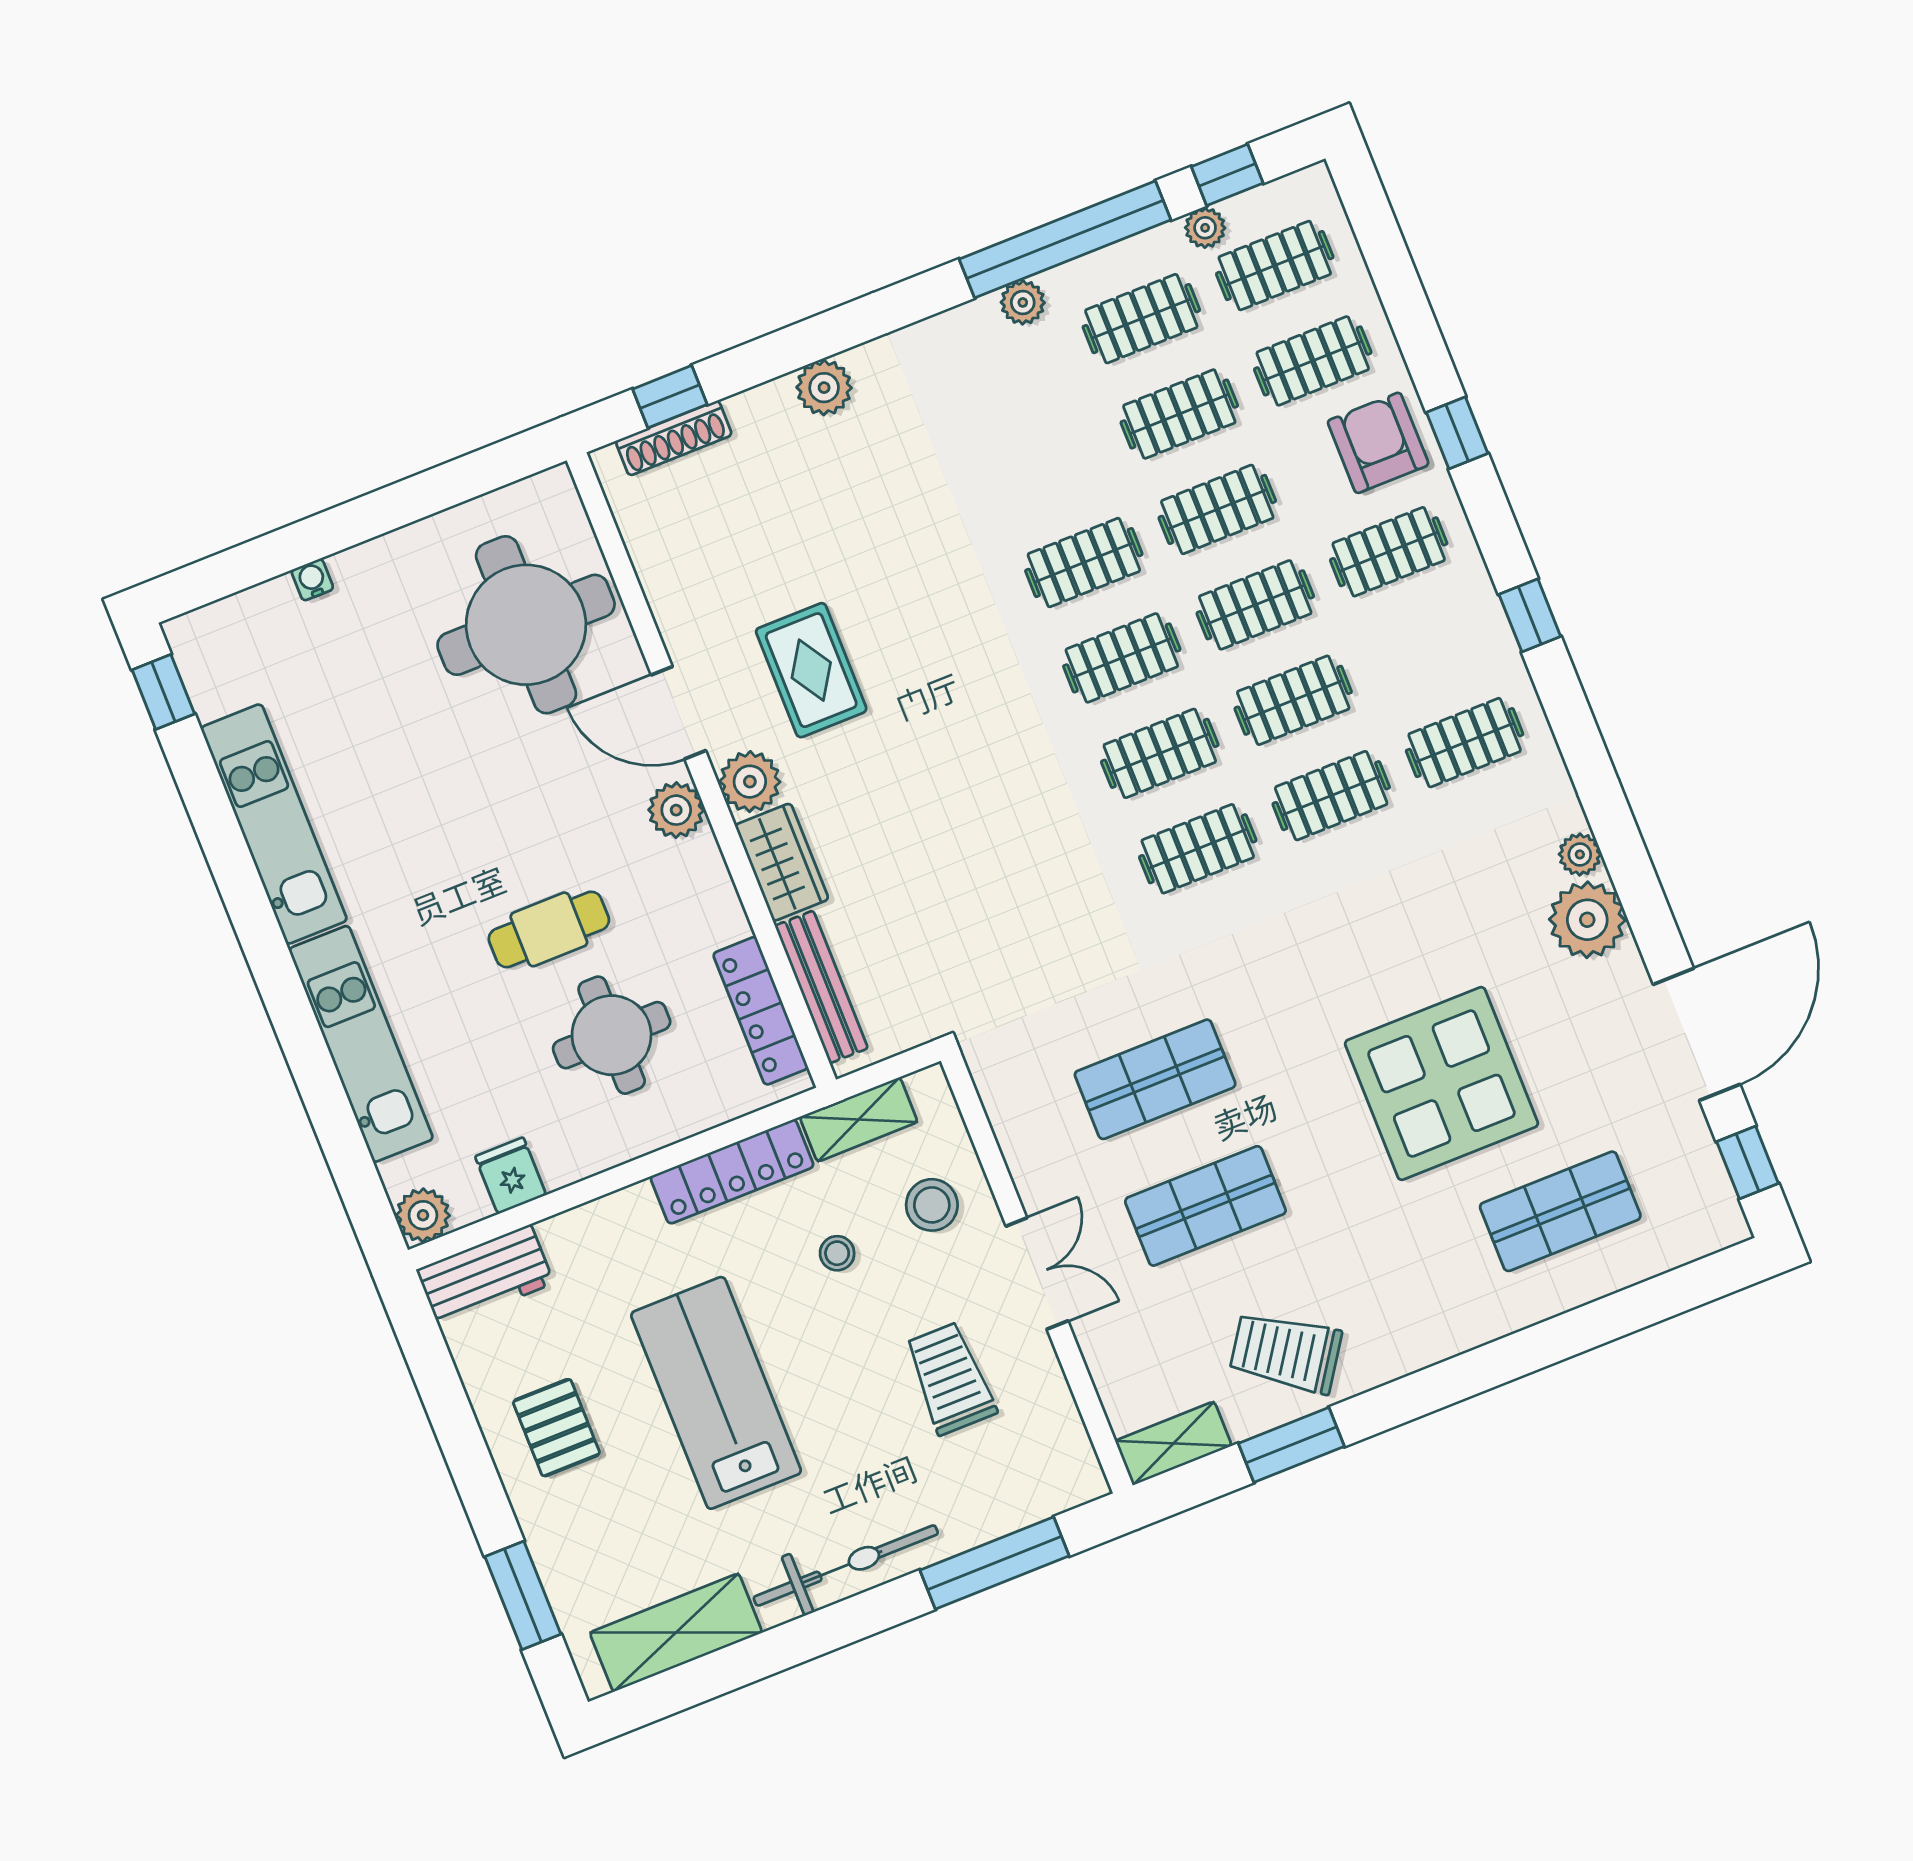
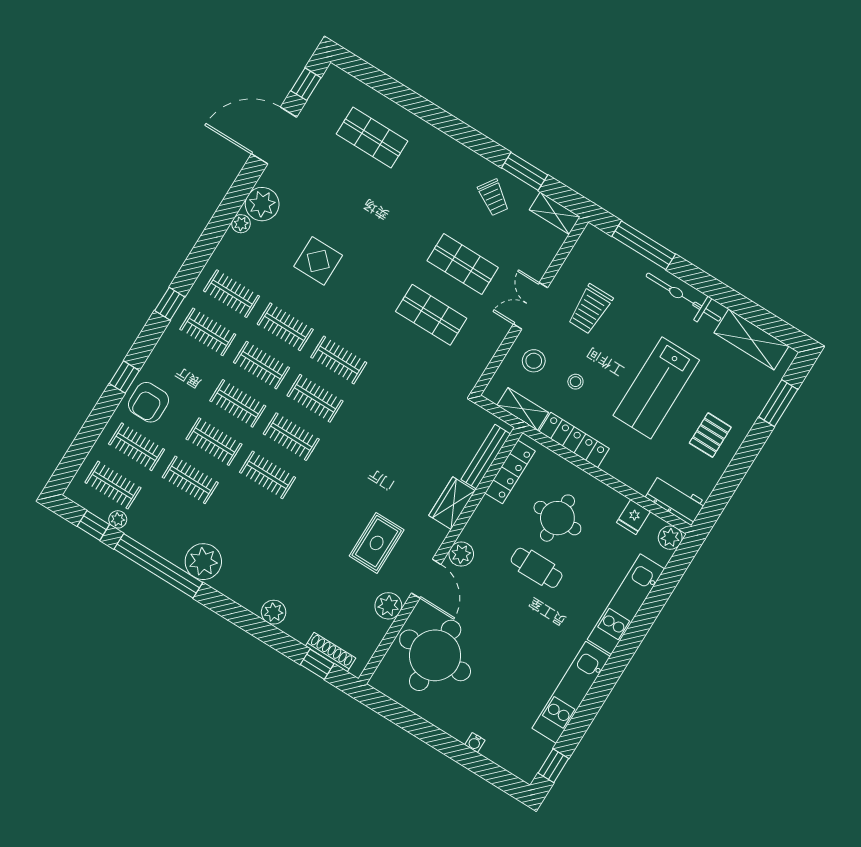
plant: (1023, 302) -> (203, 562), width x1.87, depth x1.87
clothes rail: (1141, 319) -> (166, 518), removed
clothes rail: (1389, 552) -> (208, 332), moved
plant: (750, 782) -> (388, 606), moved
display table: (1441, 1084) -> (318, 261), moved, width x0.54, depth x0.54
trolley: (1286, 1352) -> (493, 198), width x0.73, depth x0.72

